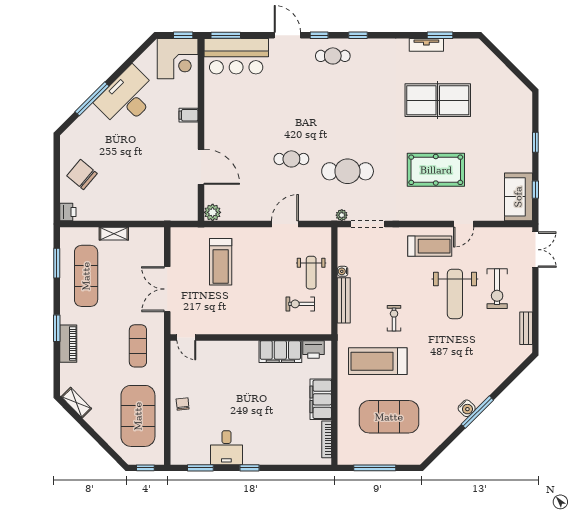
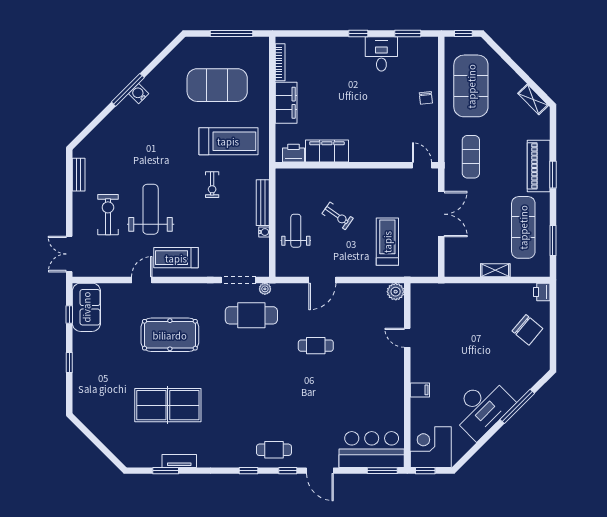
door: (201, 167) -> (407, 338), width x0.53
cafe table: (348, 171) -> (251, 315), moved
exercise bike: (300, 304) -> (338, 216), moved, turned 35
piano: (68, 344) -> (539, 166), width x1.37, depth x1.33

